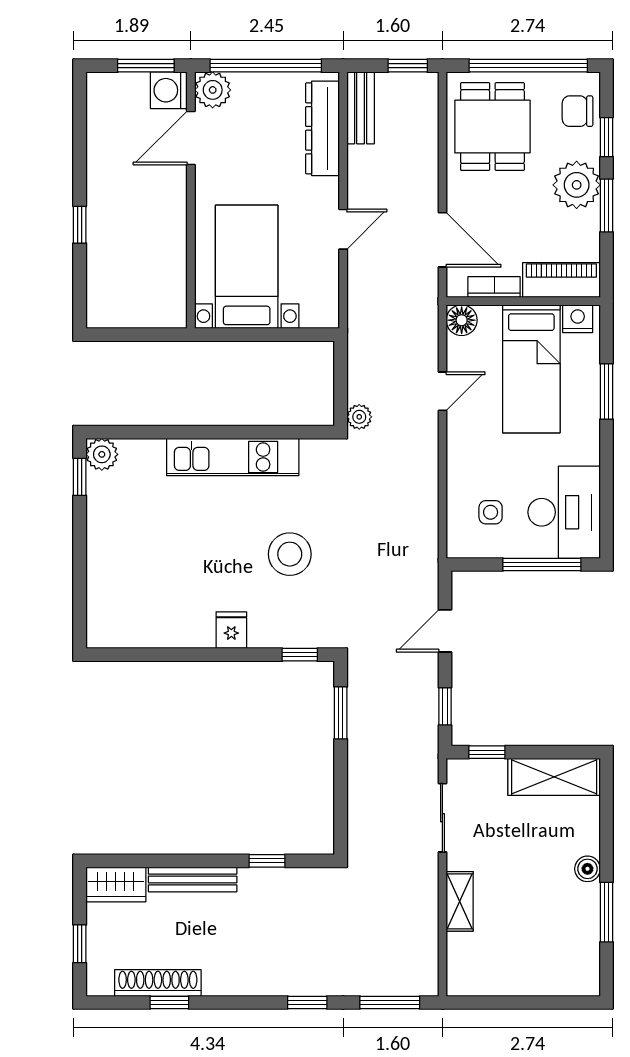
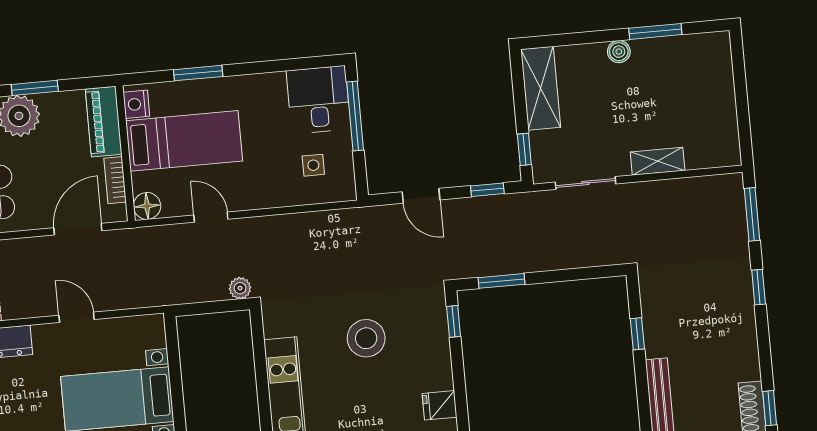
desk: (564, 512) -> (318, 100), width x0.73
fridge: (231, 630) -> (440, 405), moved

